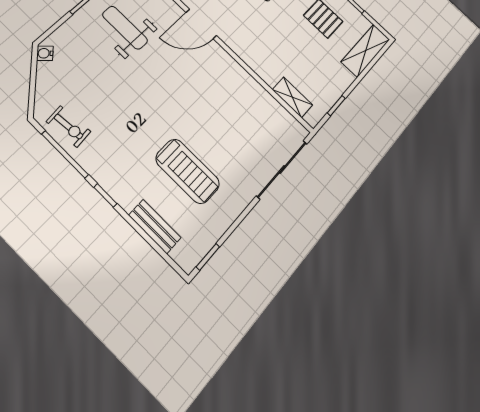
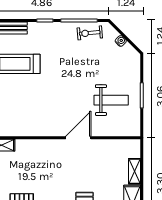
water cooler: (45, 53) -> (121, 41), moved

